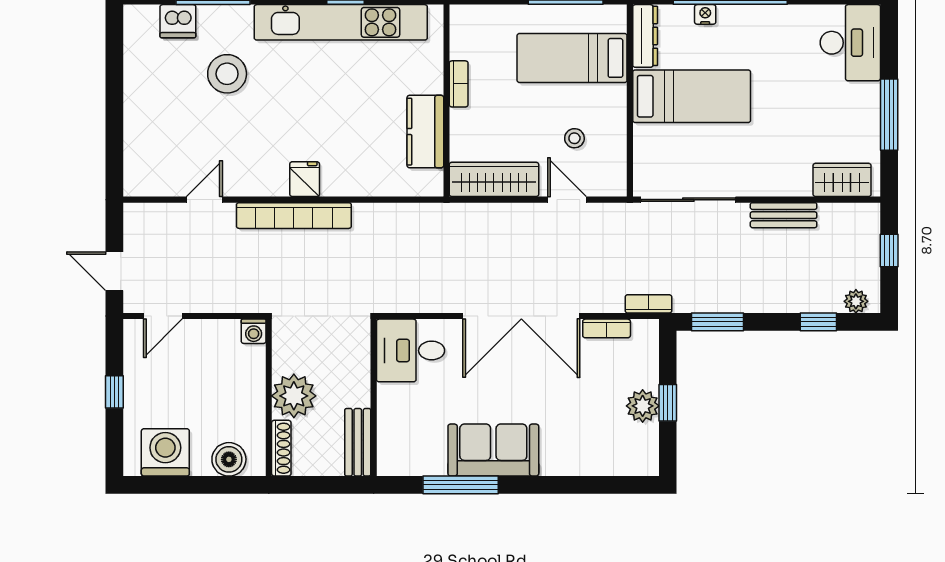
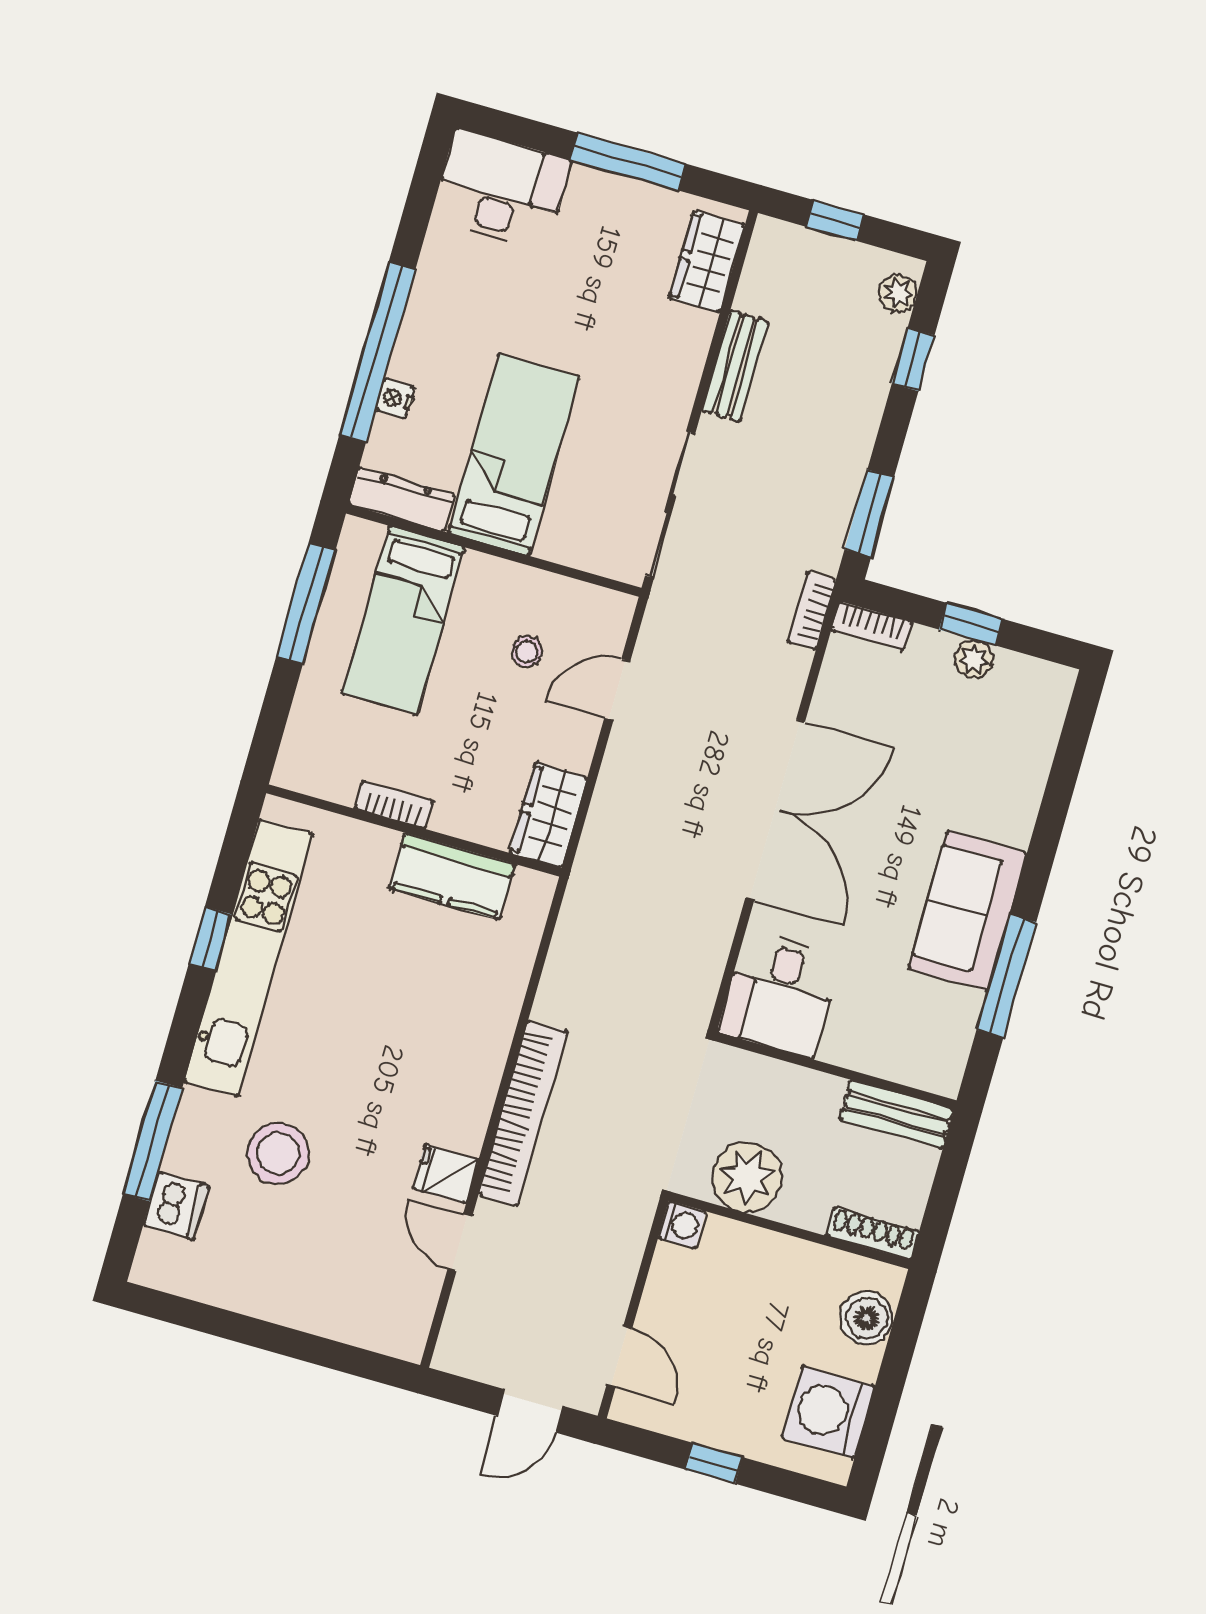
fridge: (305, 179) -> (446, 1174), moved
wardrobe: (494, 179) -> (548, 815), width x0.67
bookcase: (607, 328) -> (872, 626), moved, turned 90
plant: (294, 396) -> (747, 1177), moved
plant: (643, 406) -> (974, 659), width x0.73, depth x0.73

